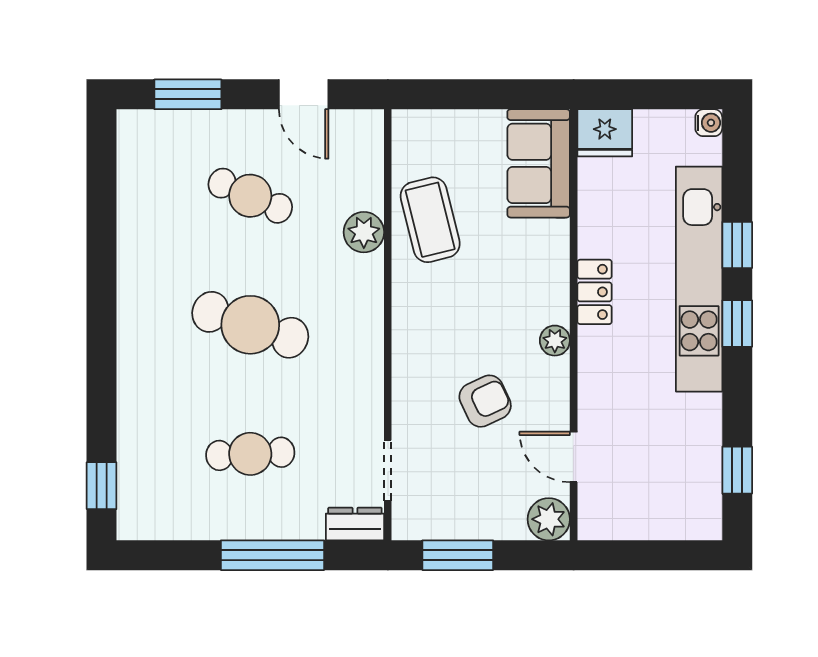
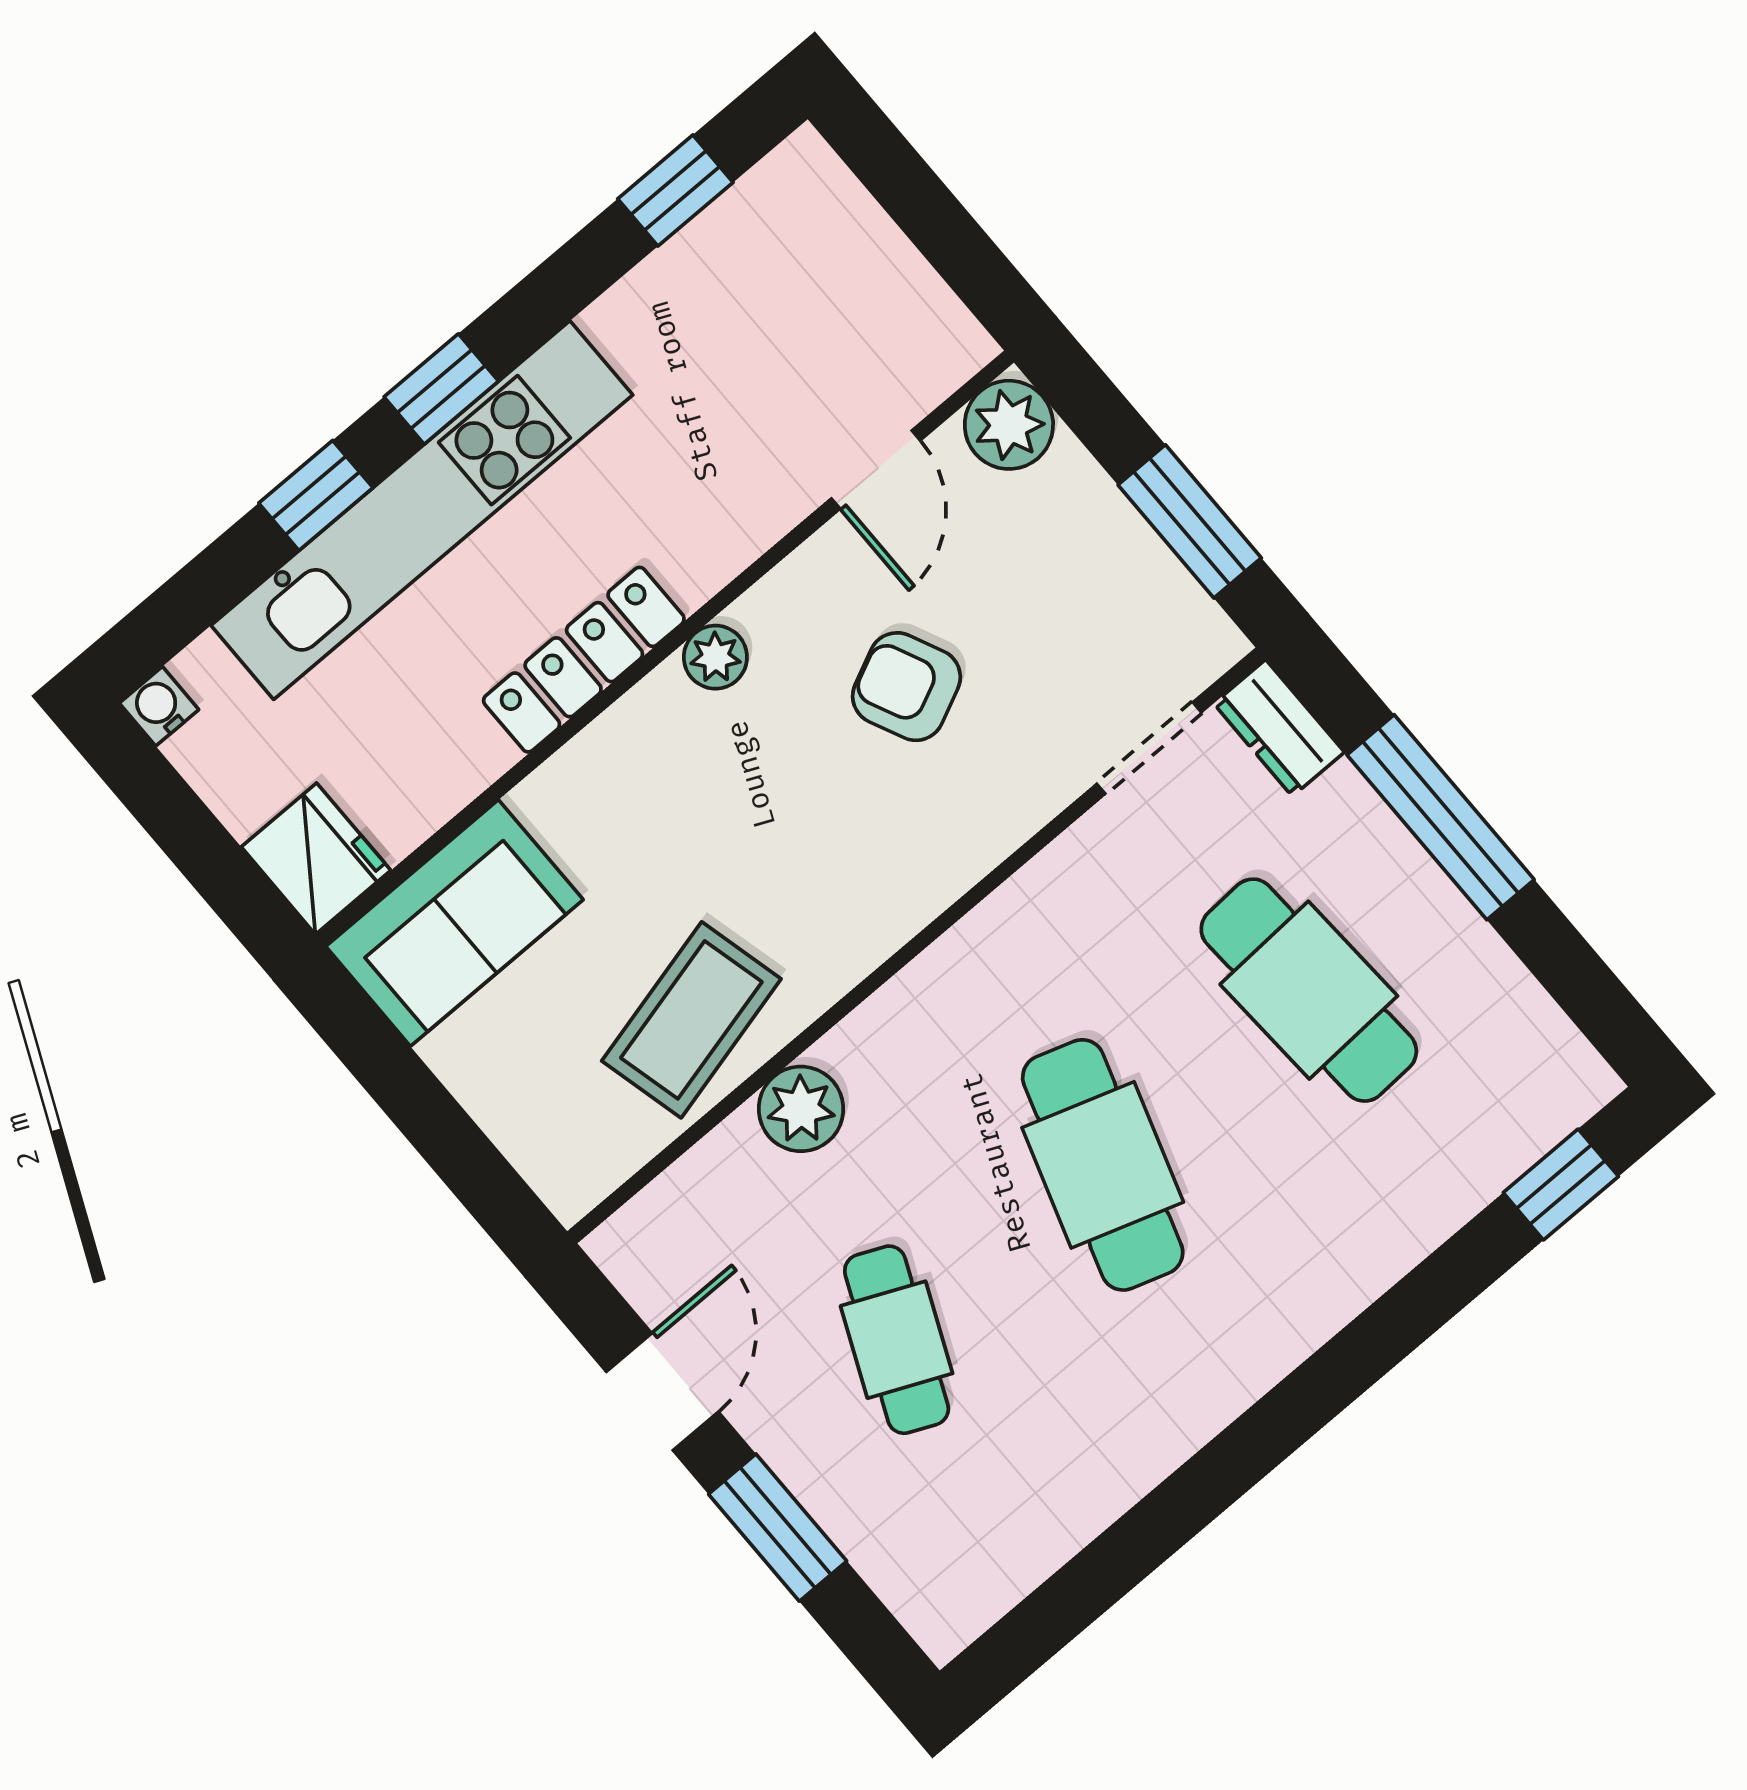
window: (188, 94) -> (778, 1528), moved
locker: (595, 292) -> (584, 660), width x1.53
cafe table: (250, 454) -> (1309, 990), width x1.37, depth x1.35

